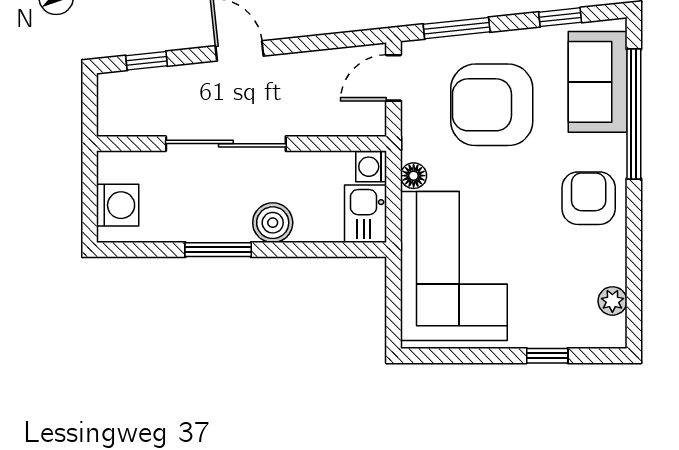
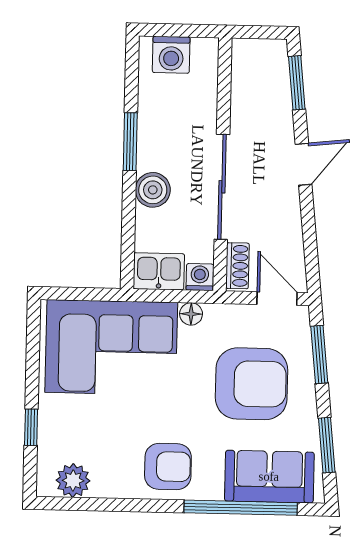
window: (560, 17) -> (327, 445), width x1.50
window: (147, 61) -> (297, 83), width x1.50
armchair: (492, 105) -> (251, 384), turned 90
shoe rack: (357, 124) -> (238, 266), added
sliding door: (226, 144) -> (222, 187), moved
plant: (612, 301) -> (73, 481), width x1.38, depth x1.38

